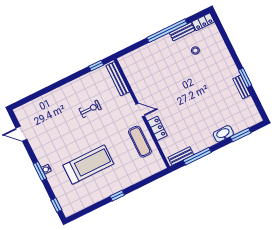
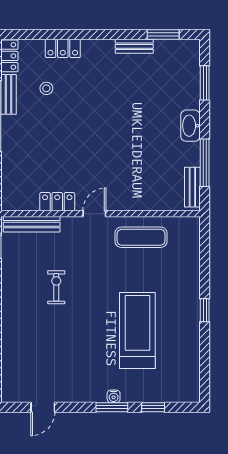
locker: (221, 49) -> (63, 48), added
window: (245, 78) -> (163, 35), moved
locker: (157, 128) -> (57, 202), moved
washbasin: (223, 134) -> (190, 126), moved
window: (56, 205) -> (153, 407), moved

